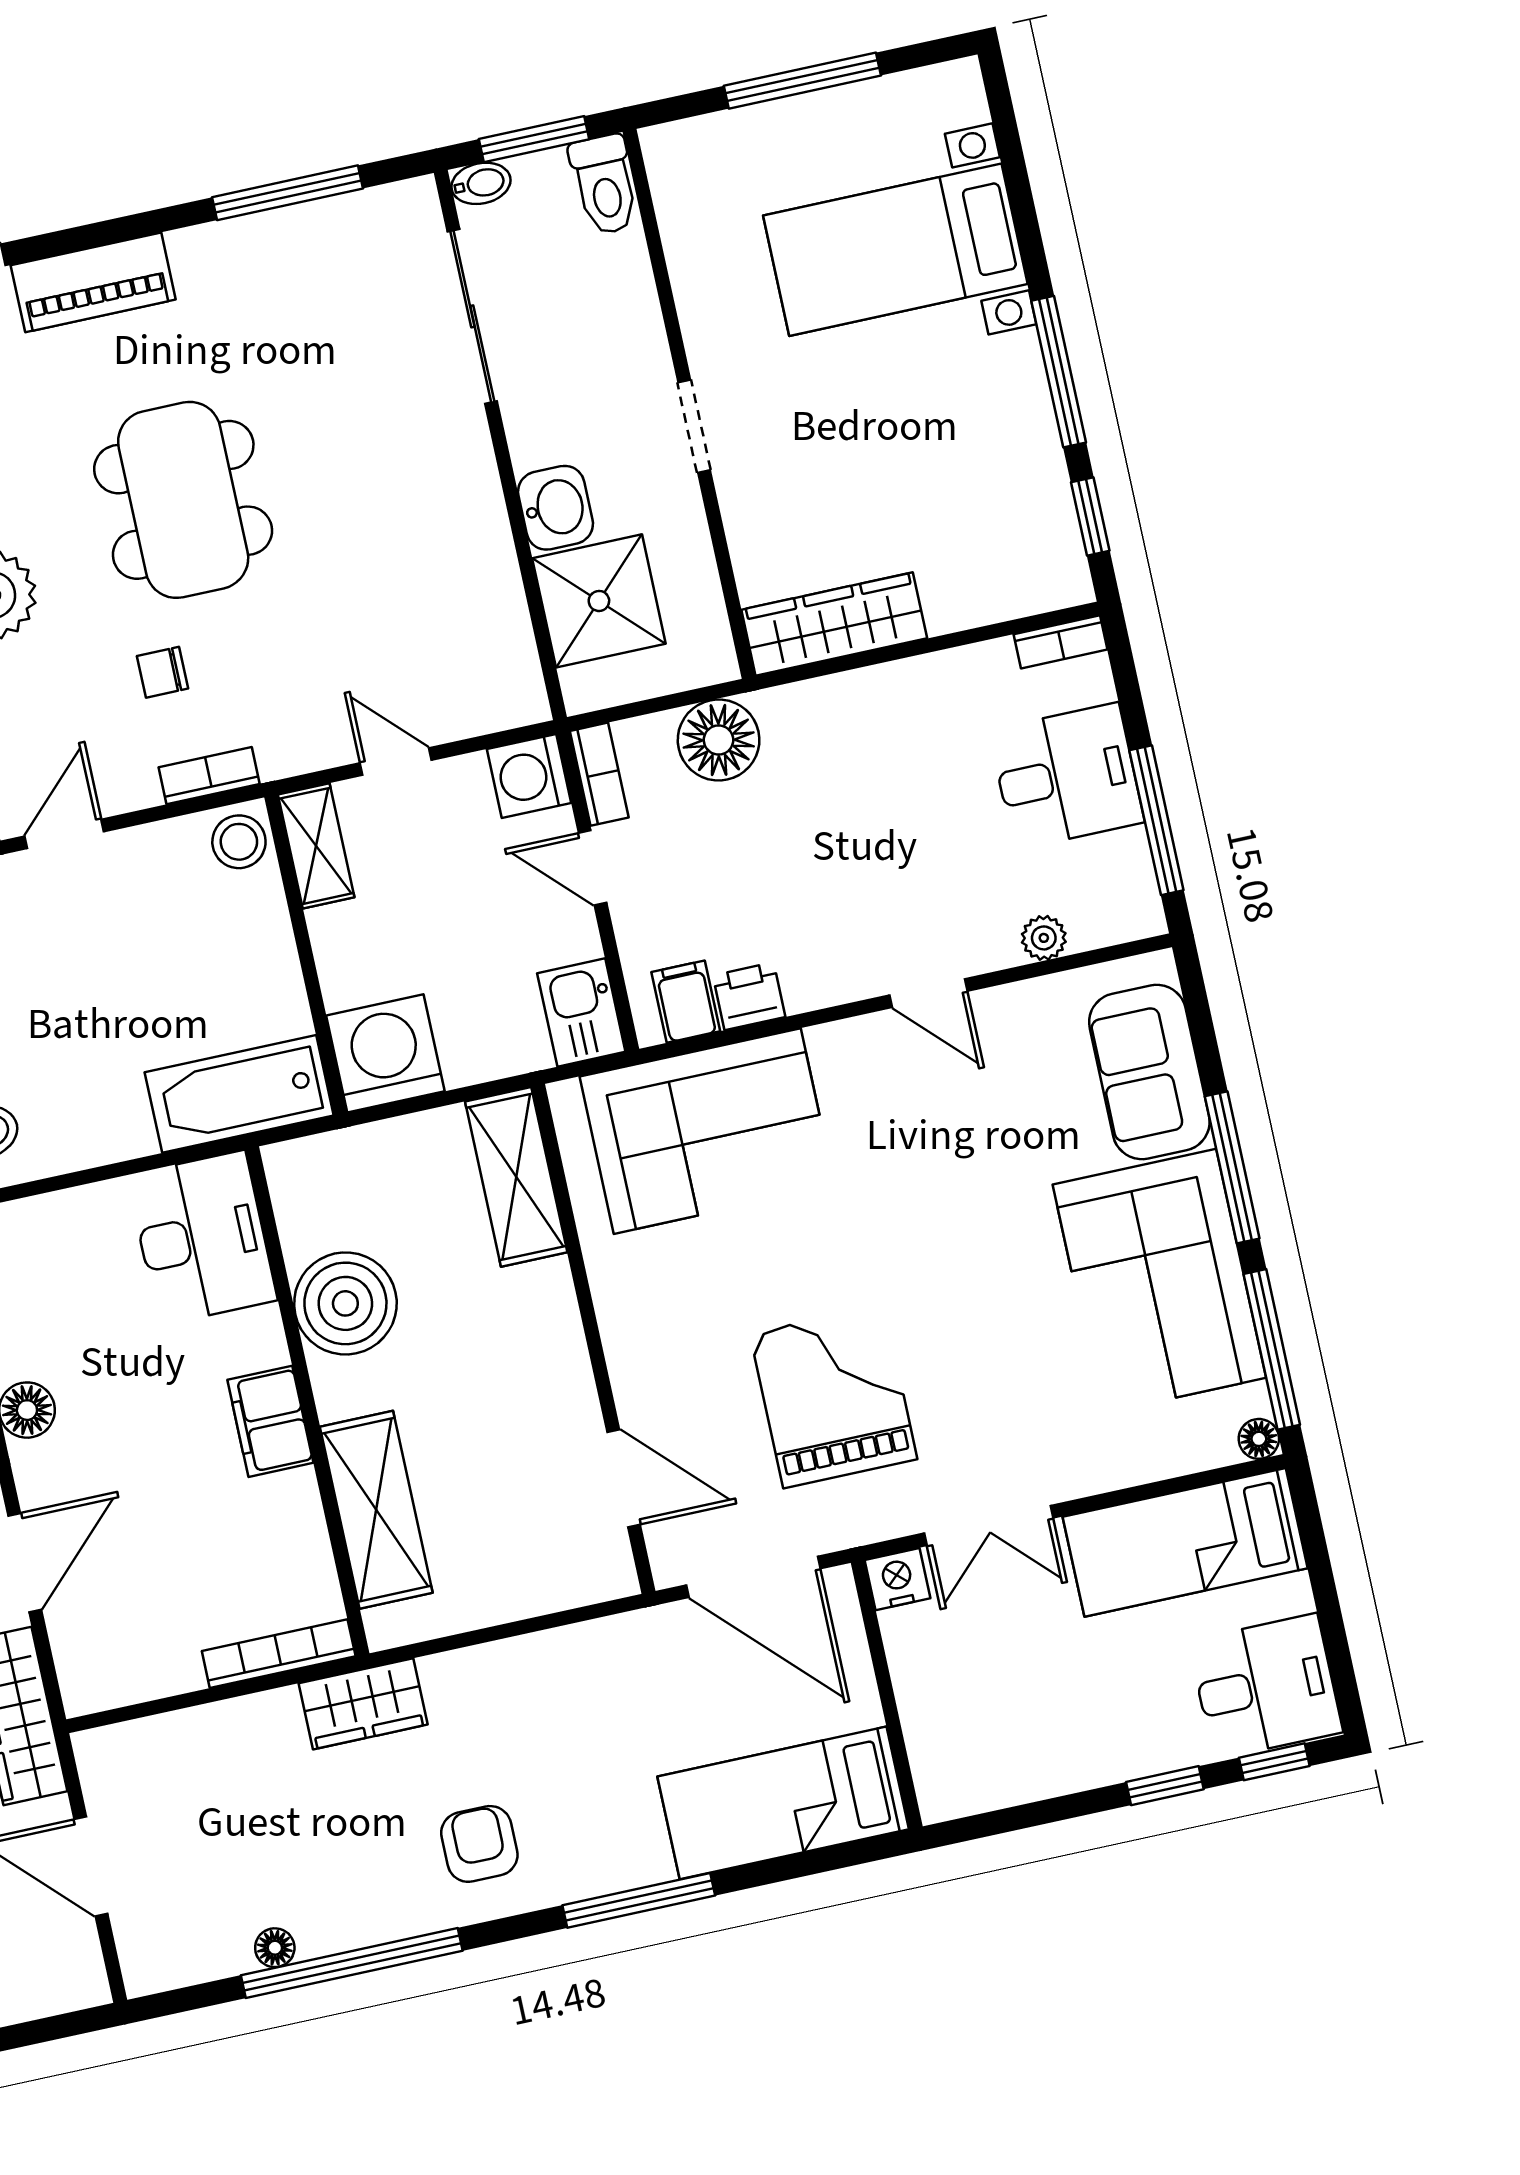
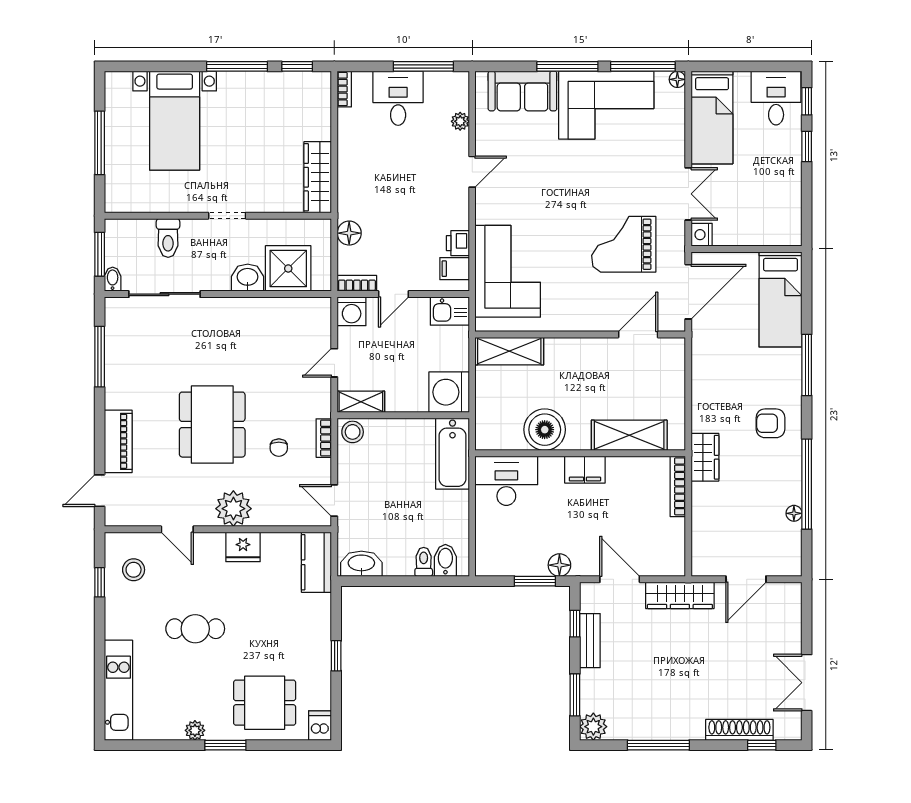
toilet: (605, 185) -> (168, 238), moved, turned 90
dining table: (183, 500) -> (212, 425), turned 90
floor lamp: (719, 740) -> (349, 233), width x0.73, depth x0.73

